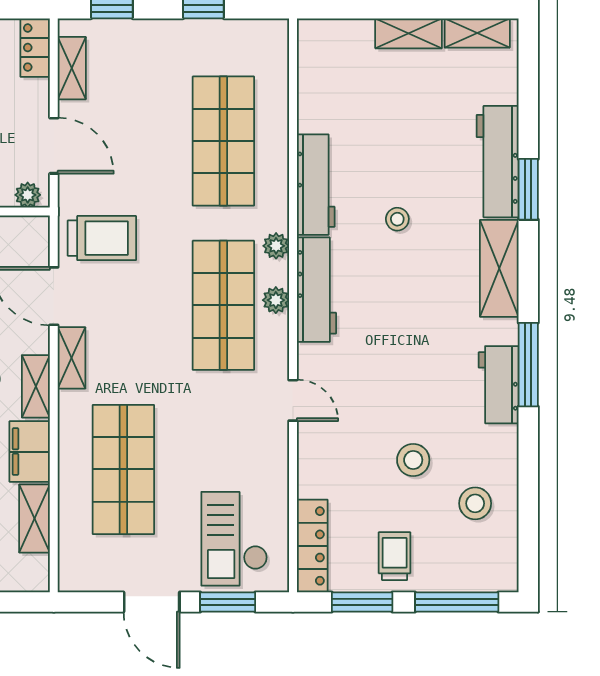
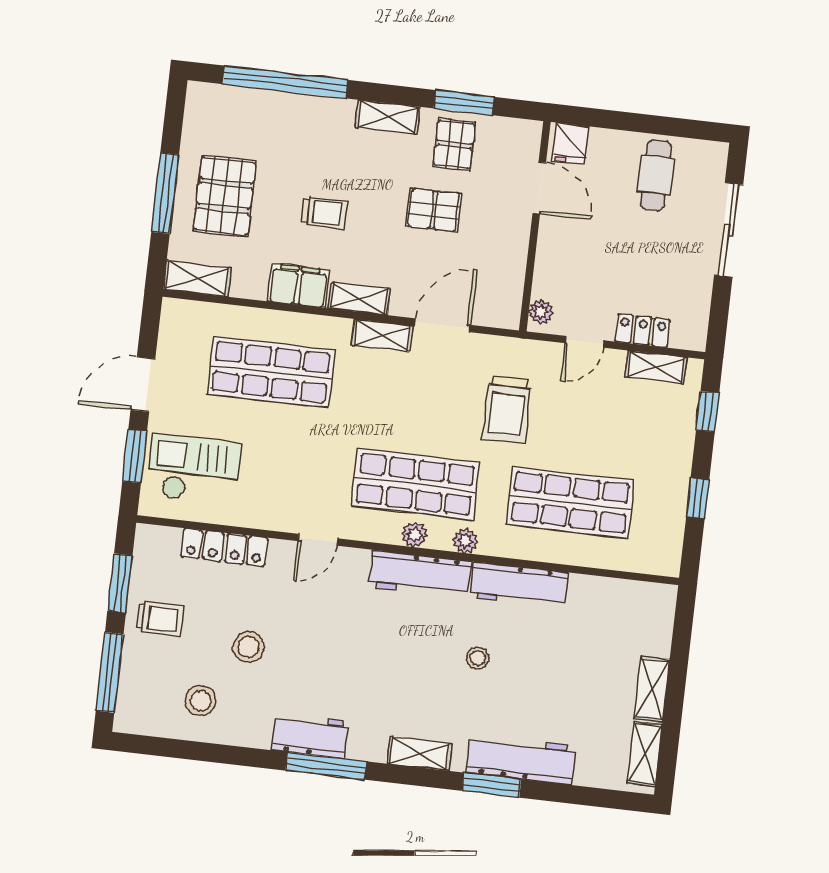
locker: (35, 48) -> (643, 331), moved
door: (54, 146) -> (585, 342), width x0.73
trolley: (102, 238) -> (507, 410), moved
shelving: (499, 268) -> (419, 754), width x0.67, depth x0.75
shelving: (35, 519) -> (197, 279), moved
locker: (312, 546) -> (224, 547), moved

